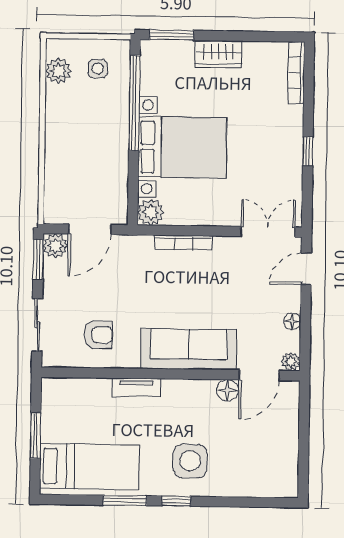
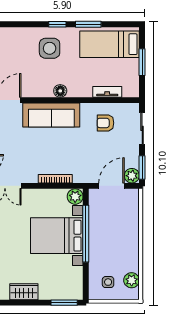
wardrobe: (218, 54) -> (24, 292), moved
window: (134, 103) -> (86, 234), moved
tv unit: (136, 387) -> (107, 92), moved
floor lamp: (228, 390) -> (60, 91), moved

